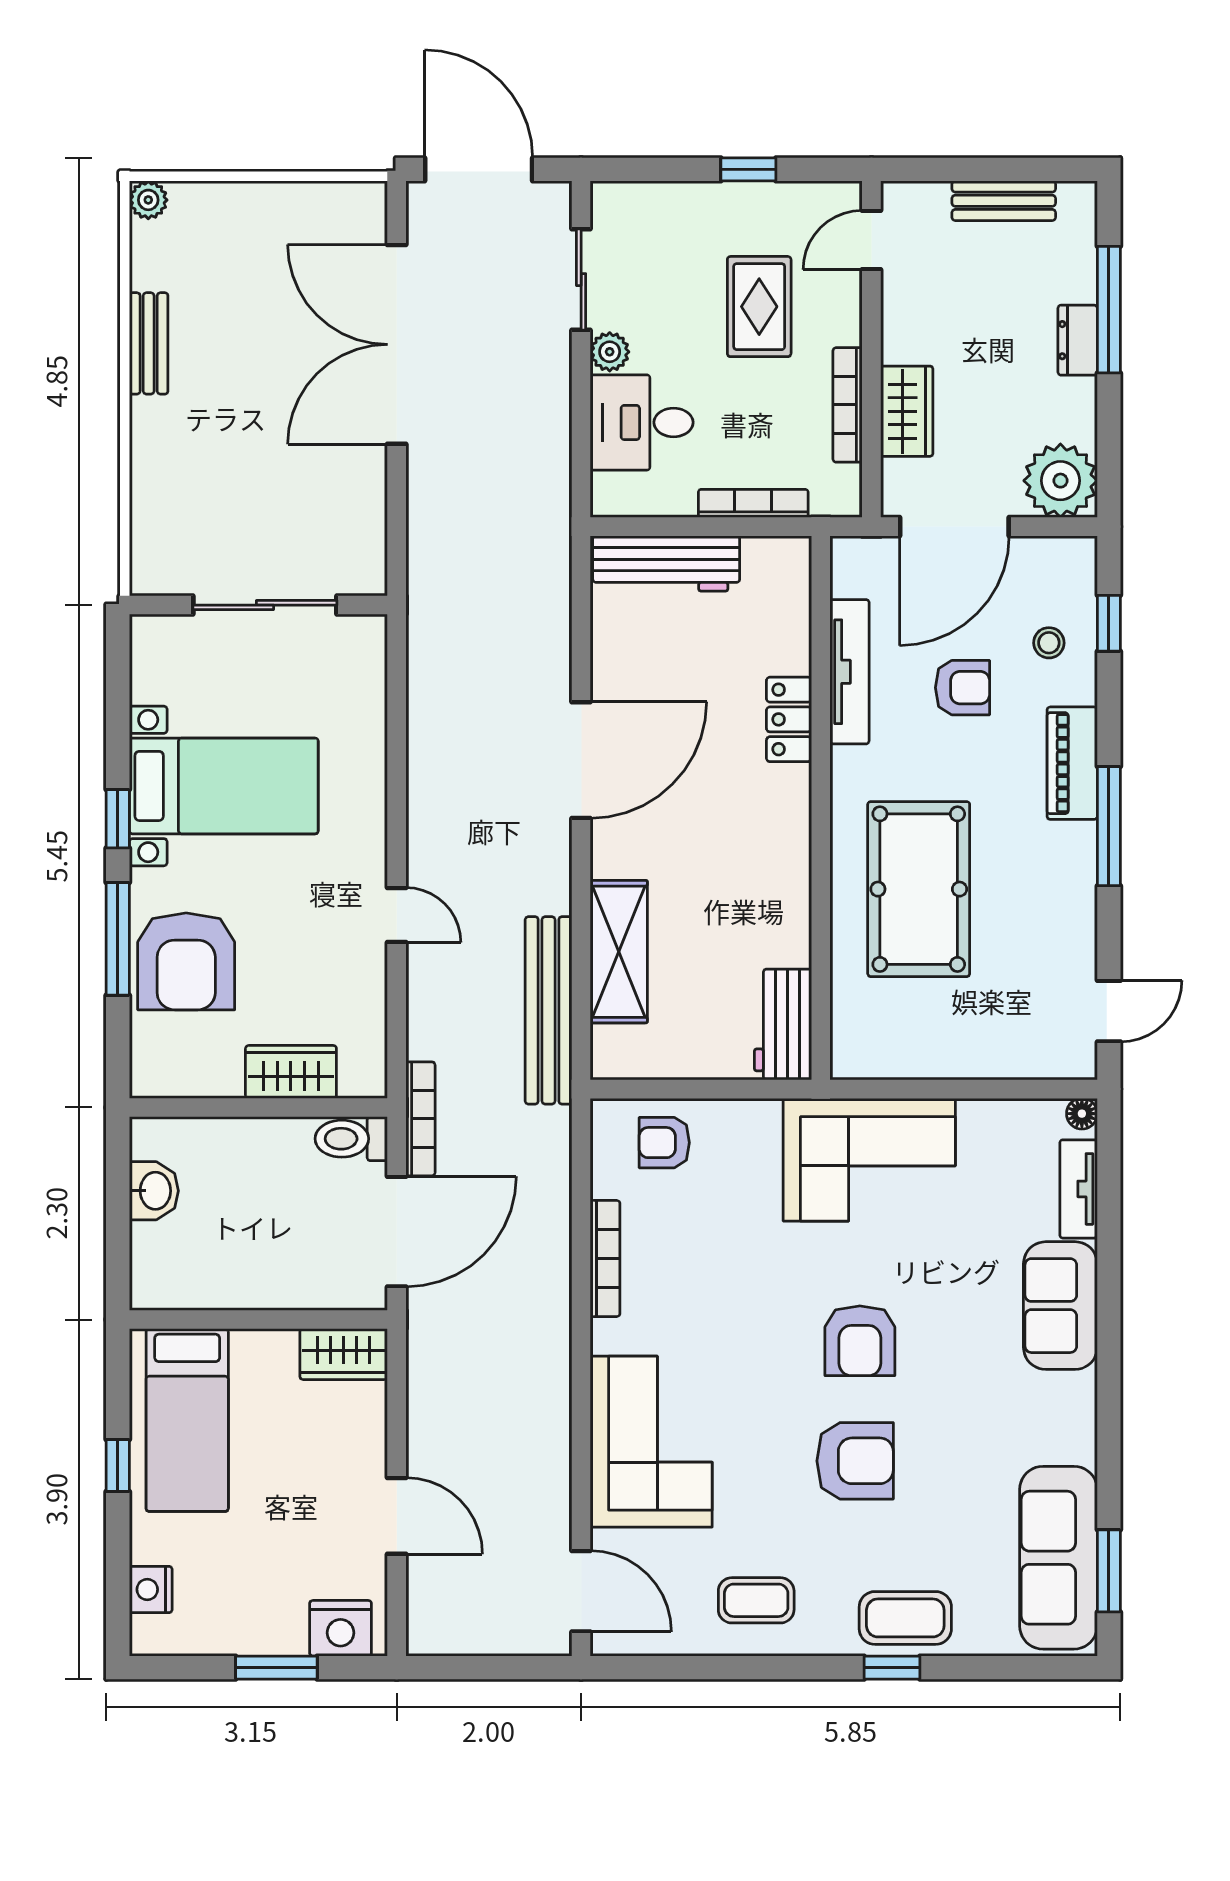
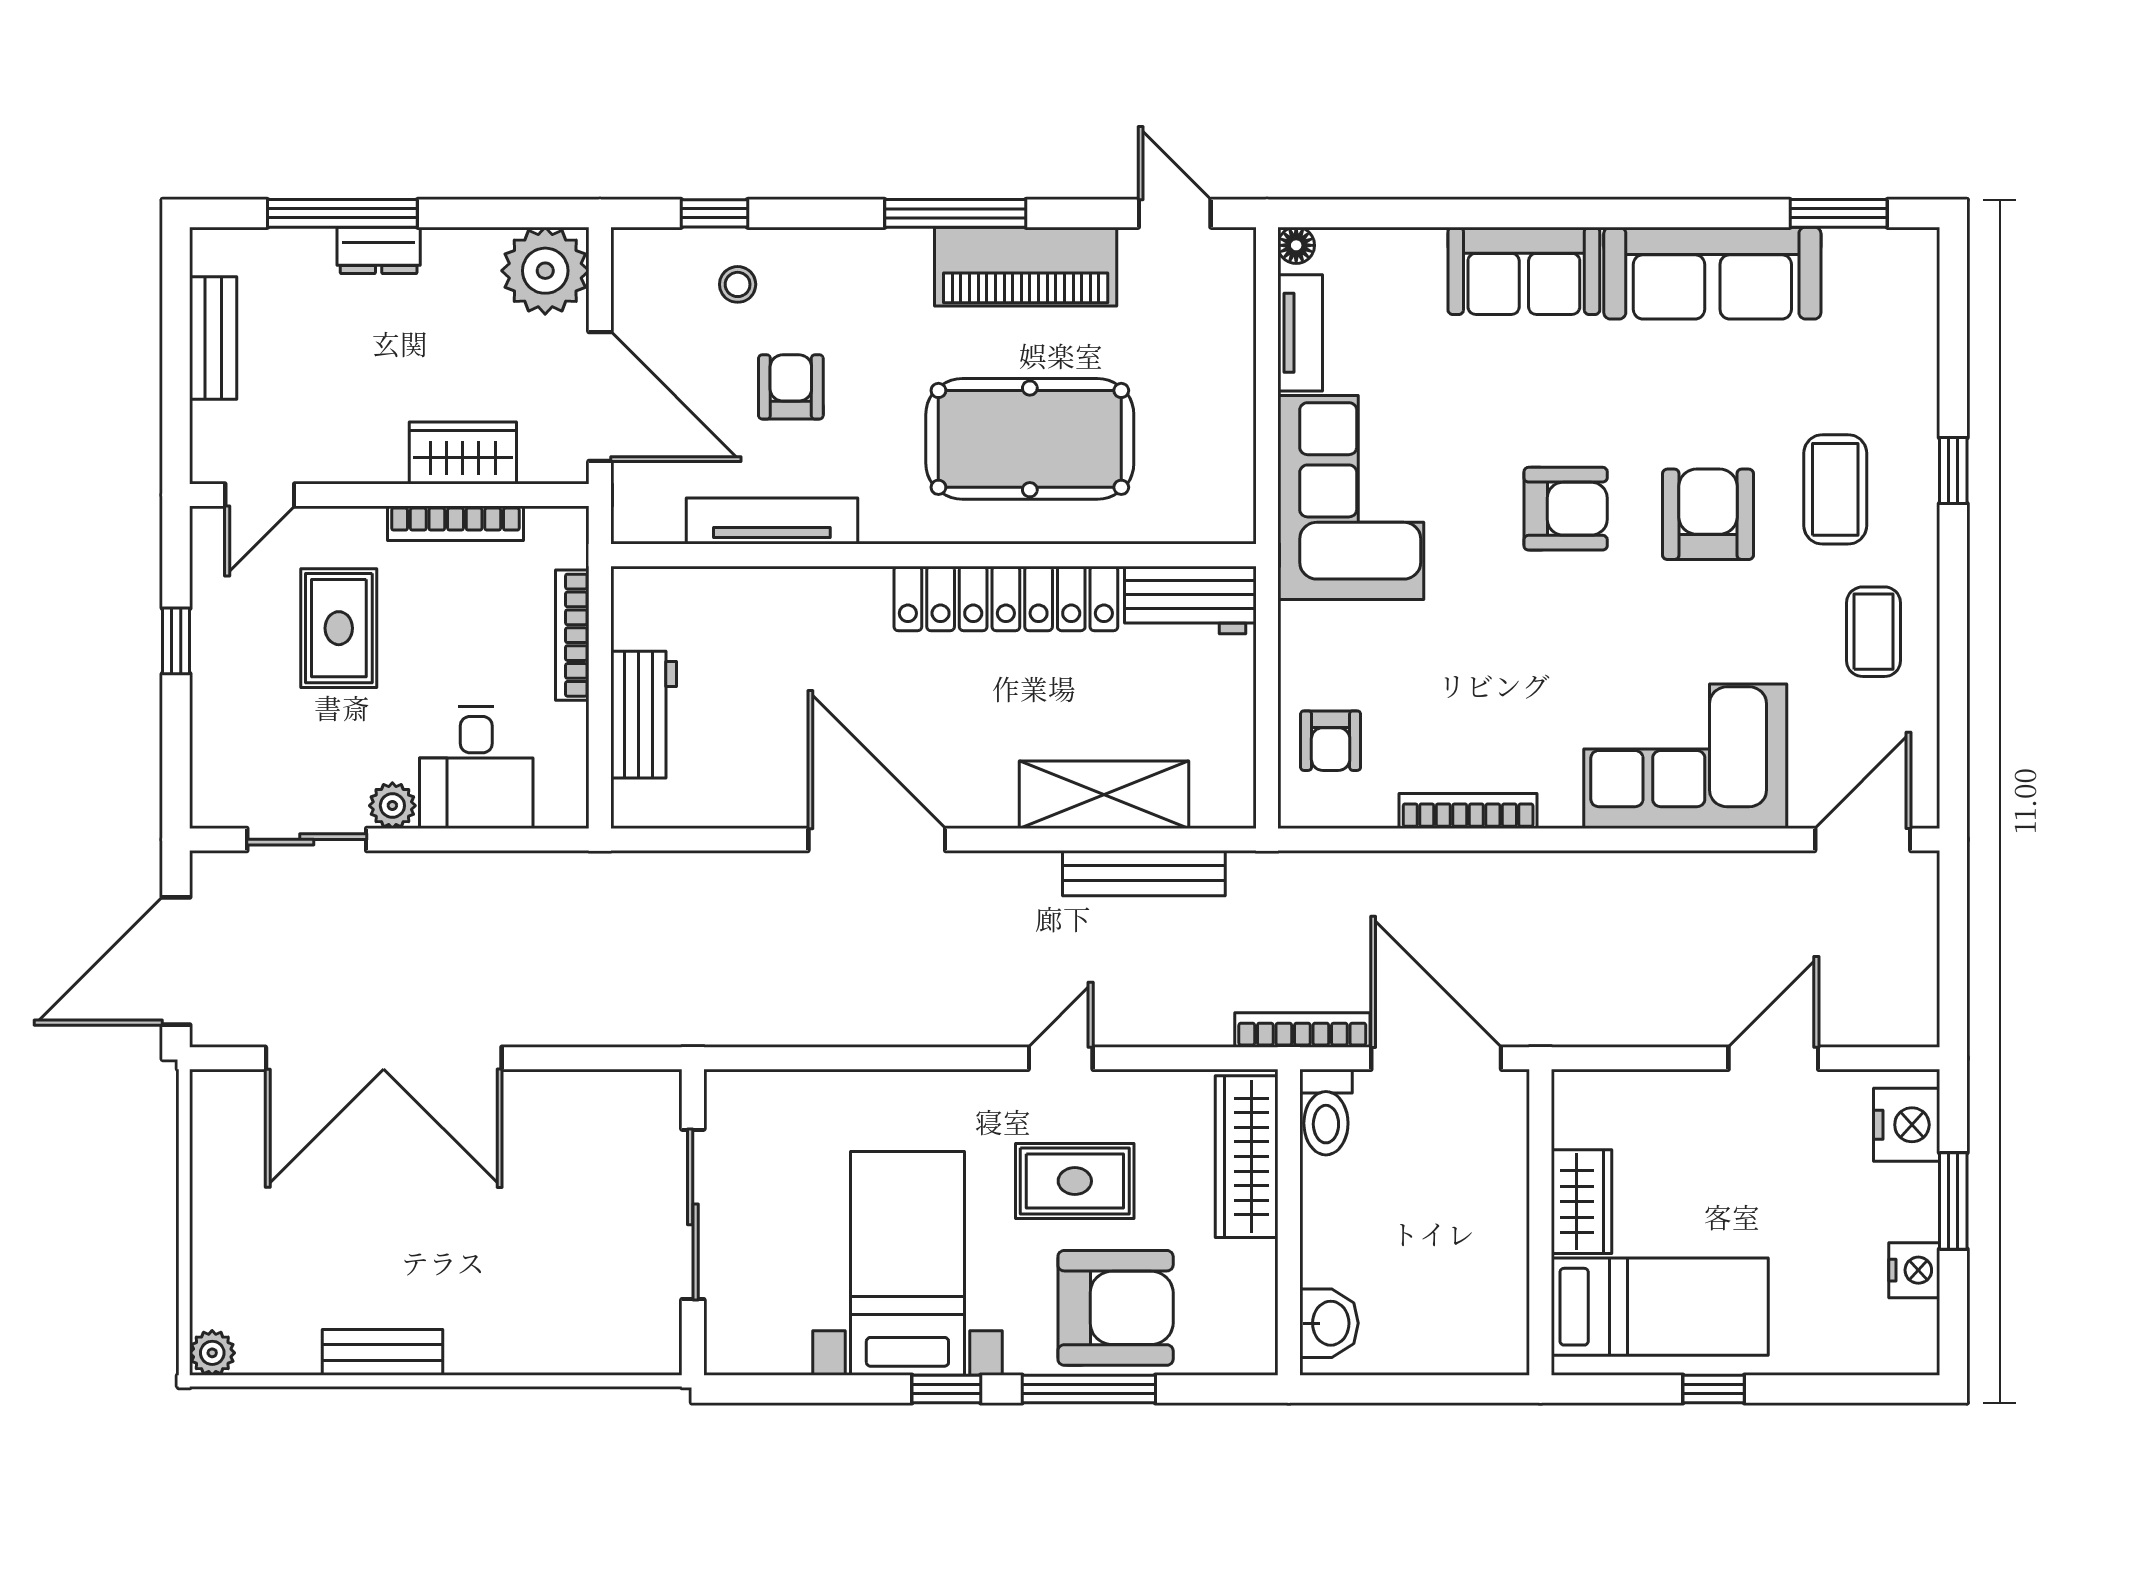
door: (871, 240) -> (260, 495), hinge flipped
rug: (759, 307) -> (339, 628), turned 90
workbench: (666, 564) -> (644, 715), width x0.73
locker: (789, 719) -> (1006, 598), moved, width x2.16, depth x1.21
piano: (1072, 763) -> (1026, 267), moved, width x1.37, depth x1.33
rug: (293, 927) -> (1075, 1181), added
bench: (548, 1010) -> (1144, 873), width x0.73, depth x0.82
wardrobe: (291, 1072) -> (1247, 1157), width x1.50
tv unit: (1079, 1189) -> (1300, 333), moved, turned -90
washbasin: (154, 1191) -> (1329, 1323), moved, turned 90
wardrobe: (344, 1354) -> (1581, 1202), moved
sofa: (1058, 1558) -> (1712, 273), moved
nightstand: (151, 1589) -> (1914, 1270), moved, turned -90
coffee table: (905, 1618) -> (1835, 489), moved

